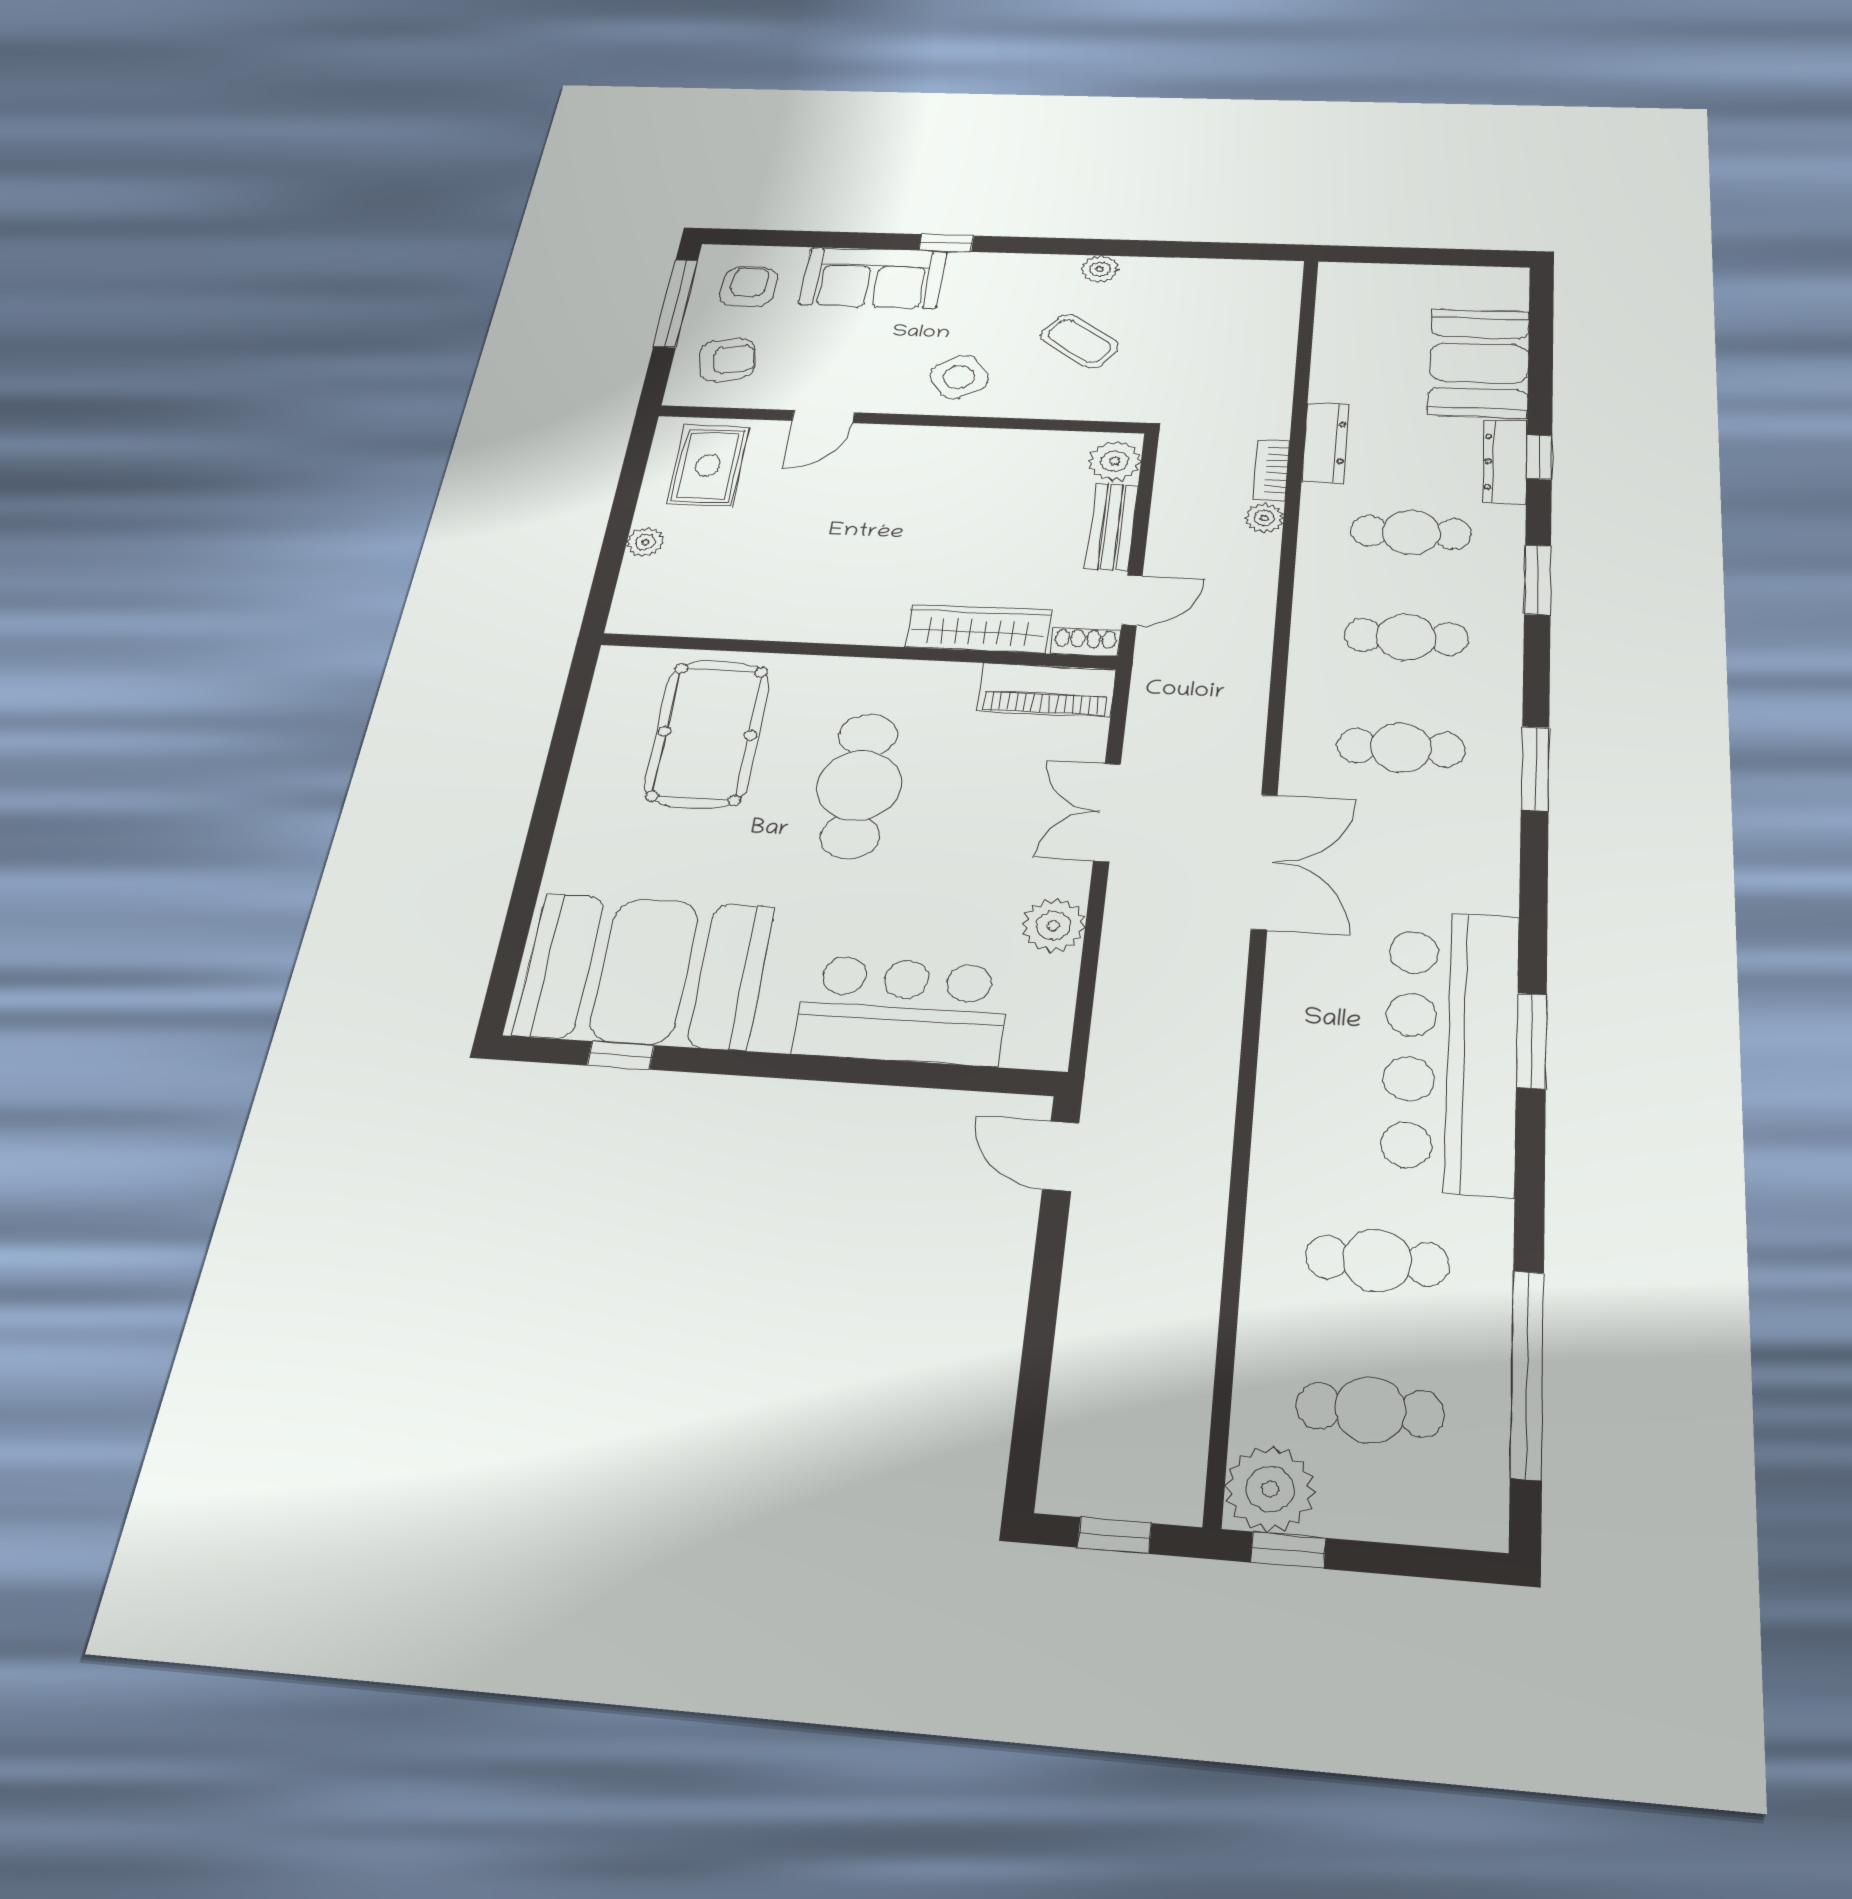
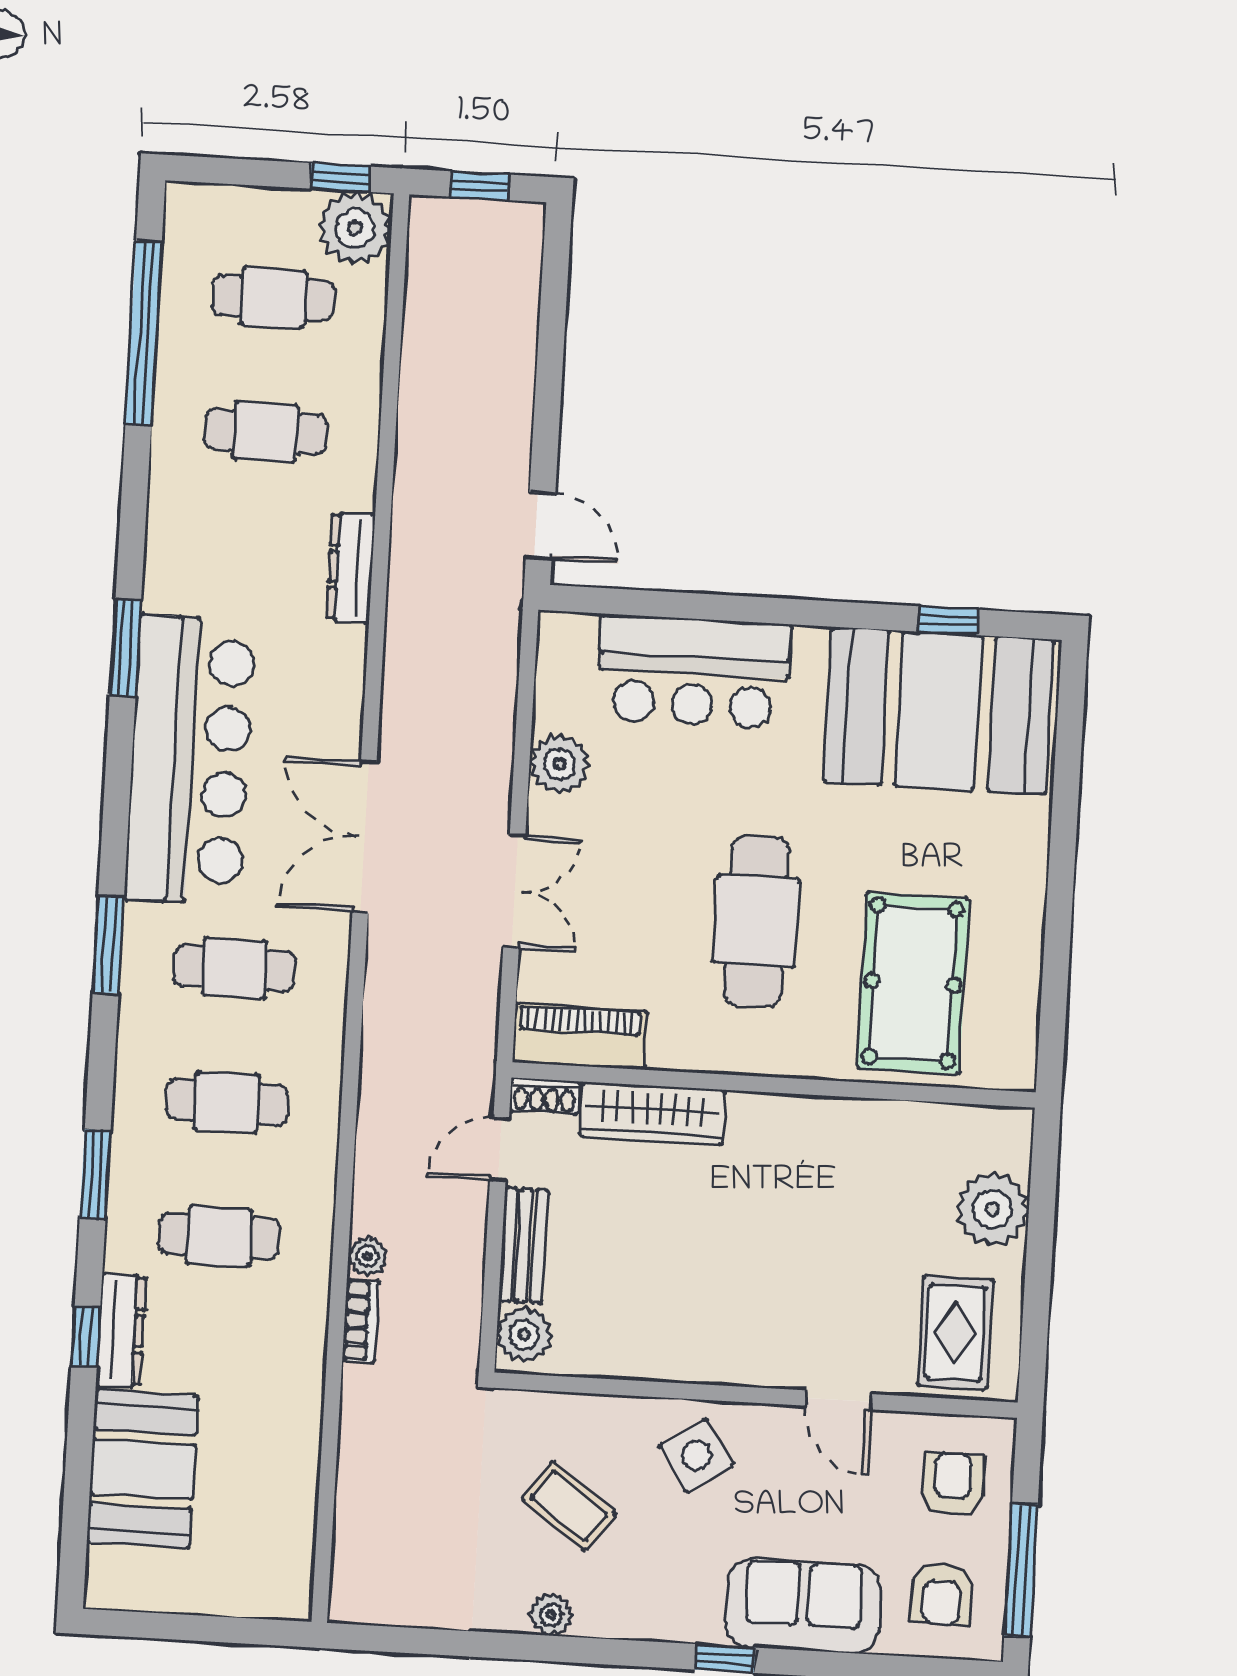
armchair: (727, 360) -> (953, 1484), turned 100
door: (823, 417) -> (838, 1400), swing flipped
dresser: (1325, 442) -> (351, 568), moved
plant: (645, 542) -> (992, 1209), width x1.87, depth x1.87
bar counter: (1451, 1049) -> (190, 760), moved

